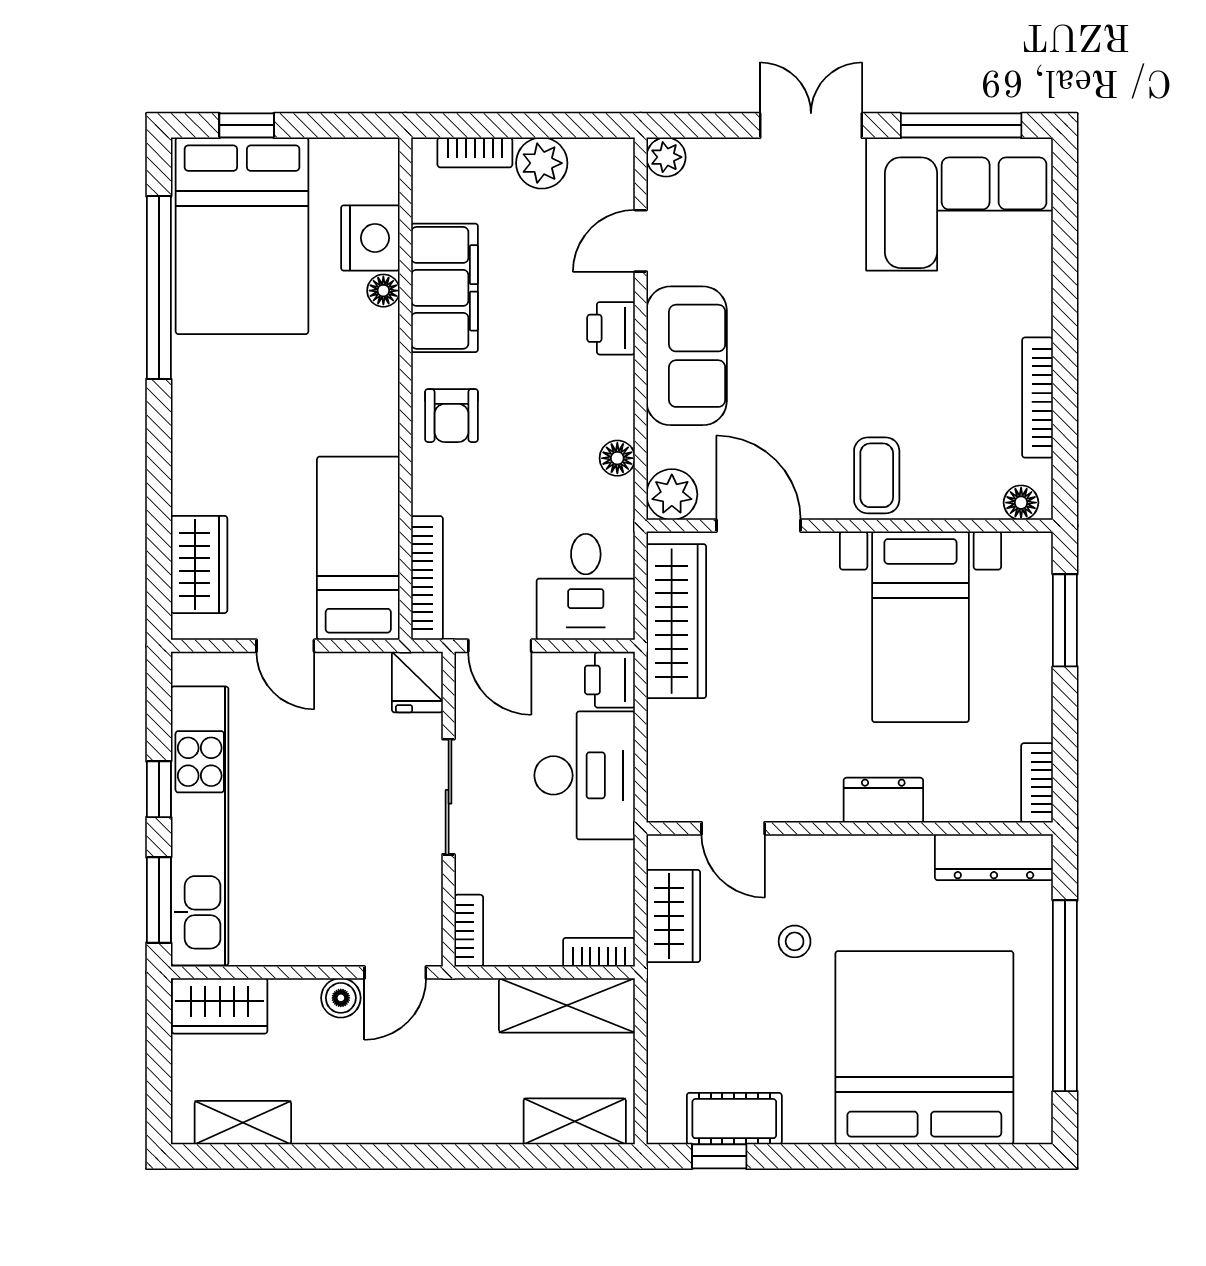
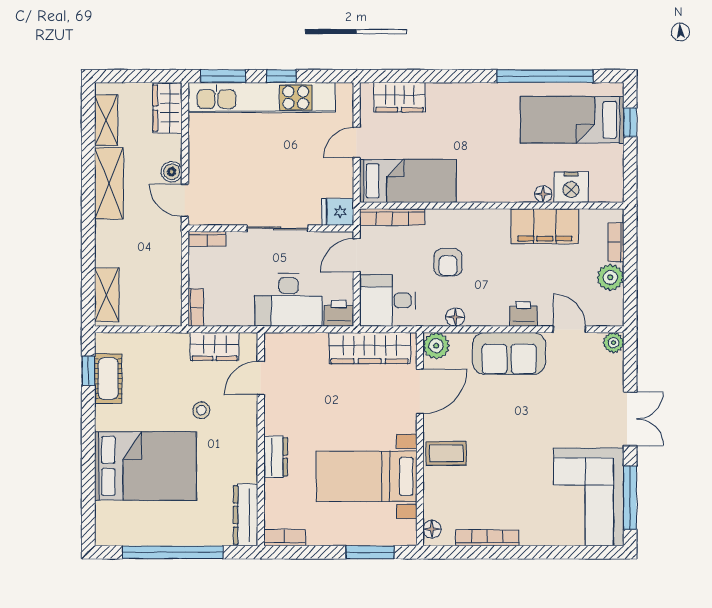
bed: (242, 236) -> (572, 120), width x0.67
armchair: (451, 416) -> (448, 262), moved, turned -90
shelving: (567, 1005) -> (109, 183), moved
bed: (924, 1048) -> (145, 466), width x0.73

